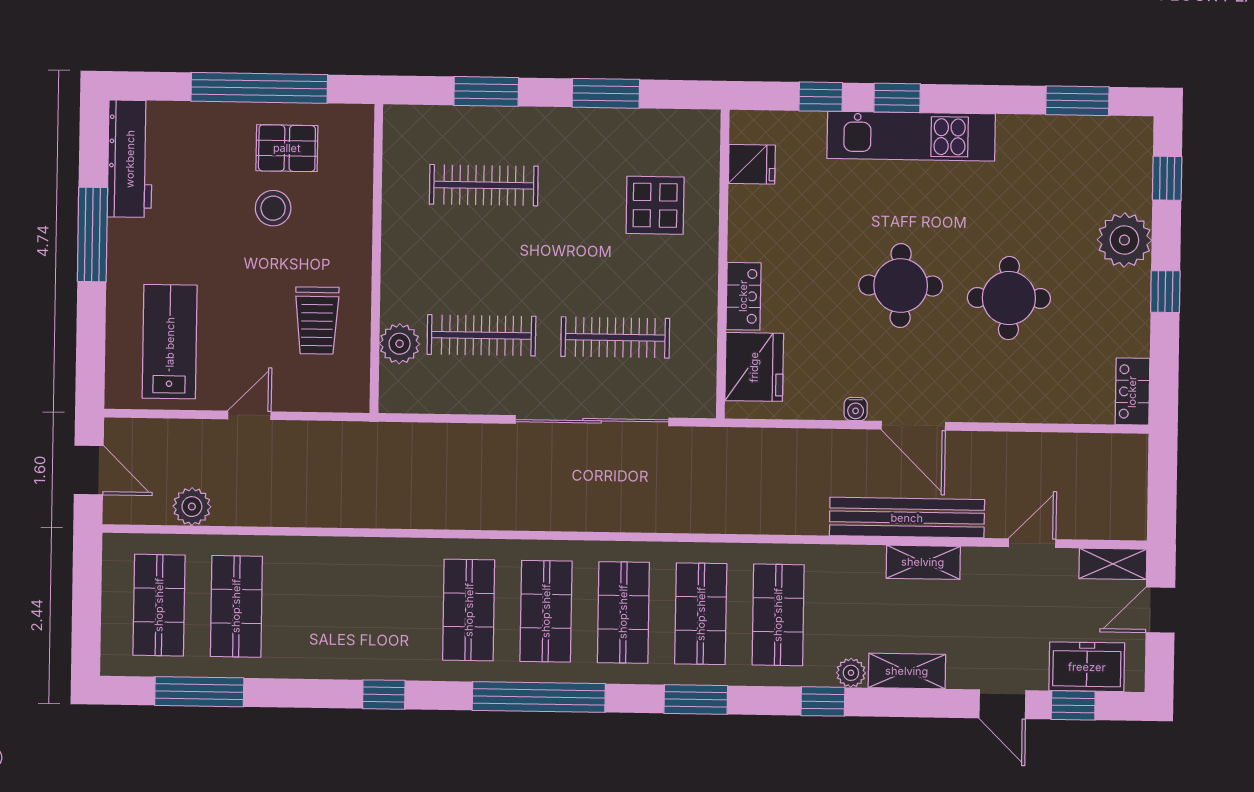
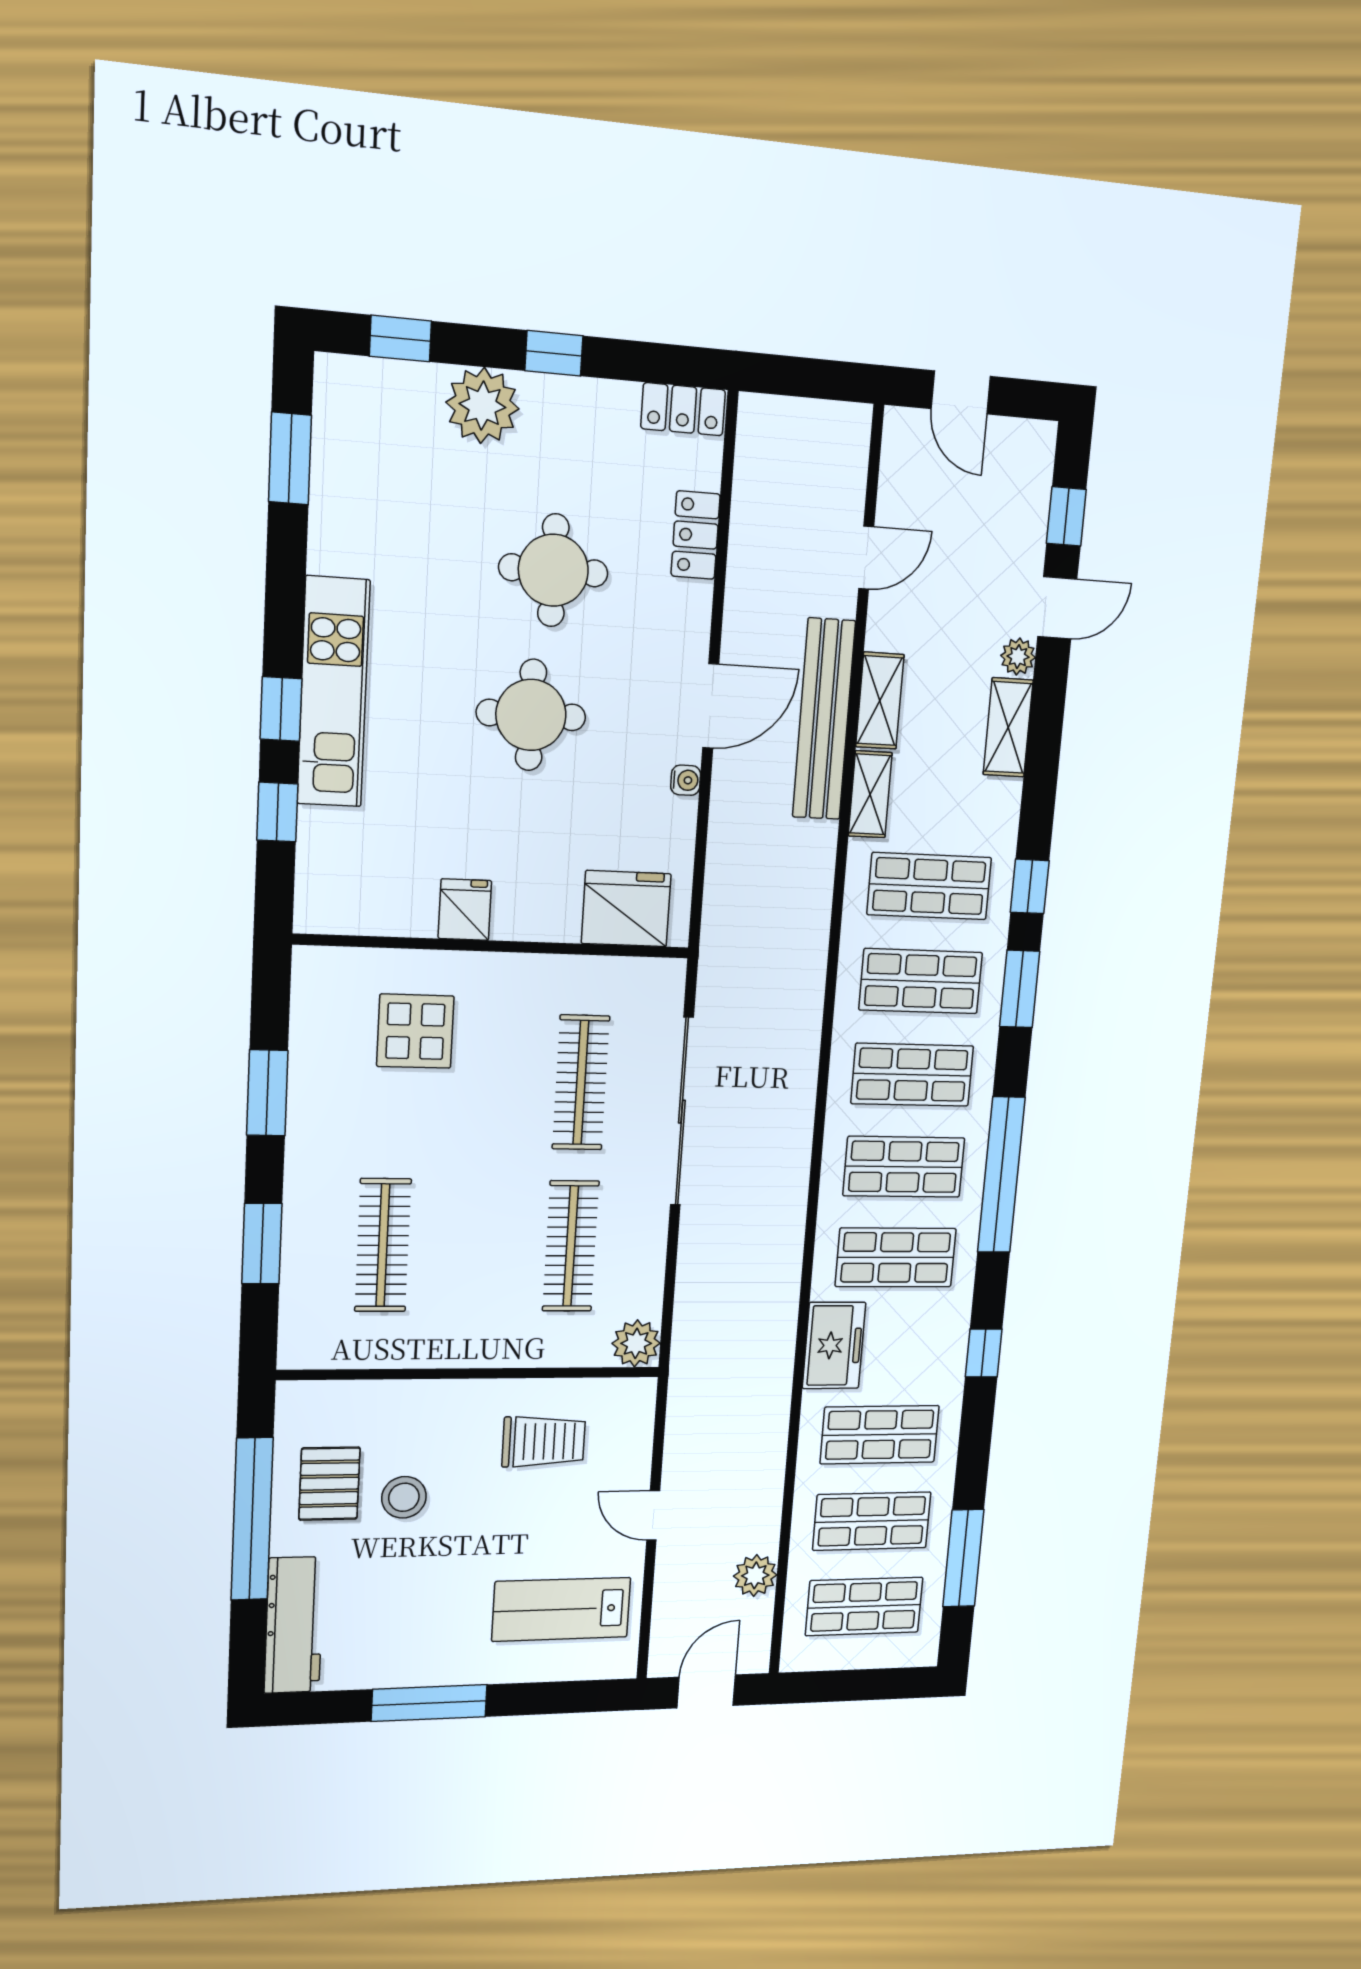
workbench: (130, 159) -> (294, 1625), moved, turned 90
fridge: (752, 164) -> (465, 910), moved
locker: (743, 296) -> (696, 535), moved, turned -90
plant: (400, 344) -> (636, 1343), moved
door: (1032, 543) -> (866, 558), swing flipped
shelving: (1113, 564) -> (870, 794), moved
shop shelf: (314, 608) -> (880, 1435), added
freezer: (1087, 667) -> (834, 1345), moved, turned 180
plant: (851, 673) -> (1018, 657), moved
window: (823, 701) -> (1030, 886), moved

